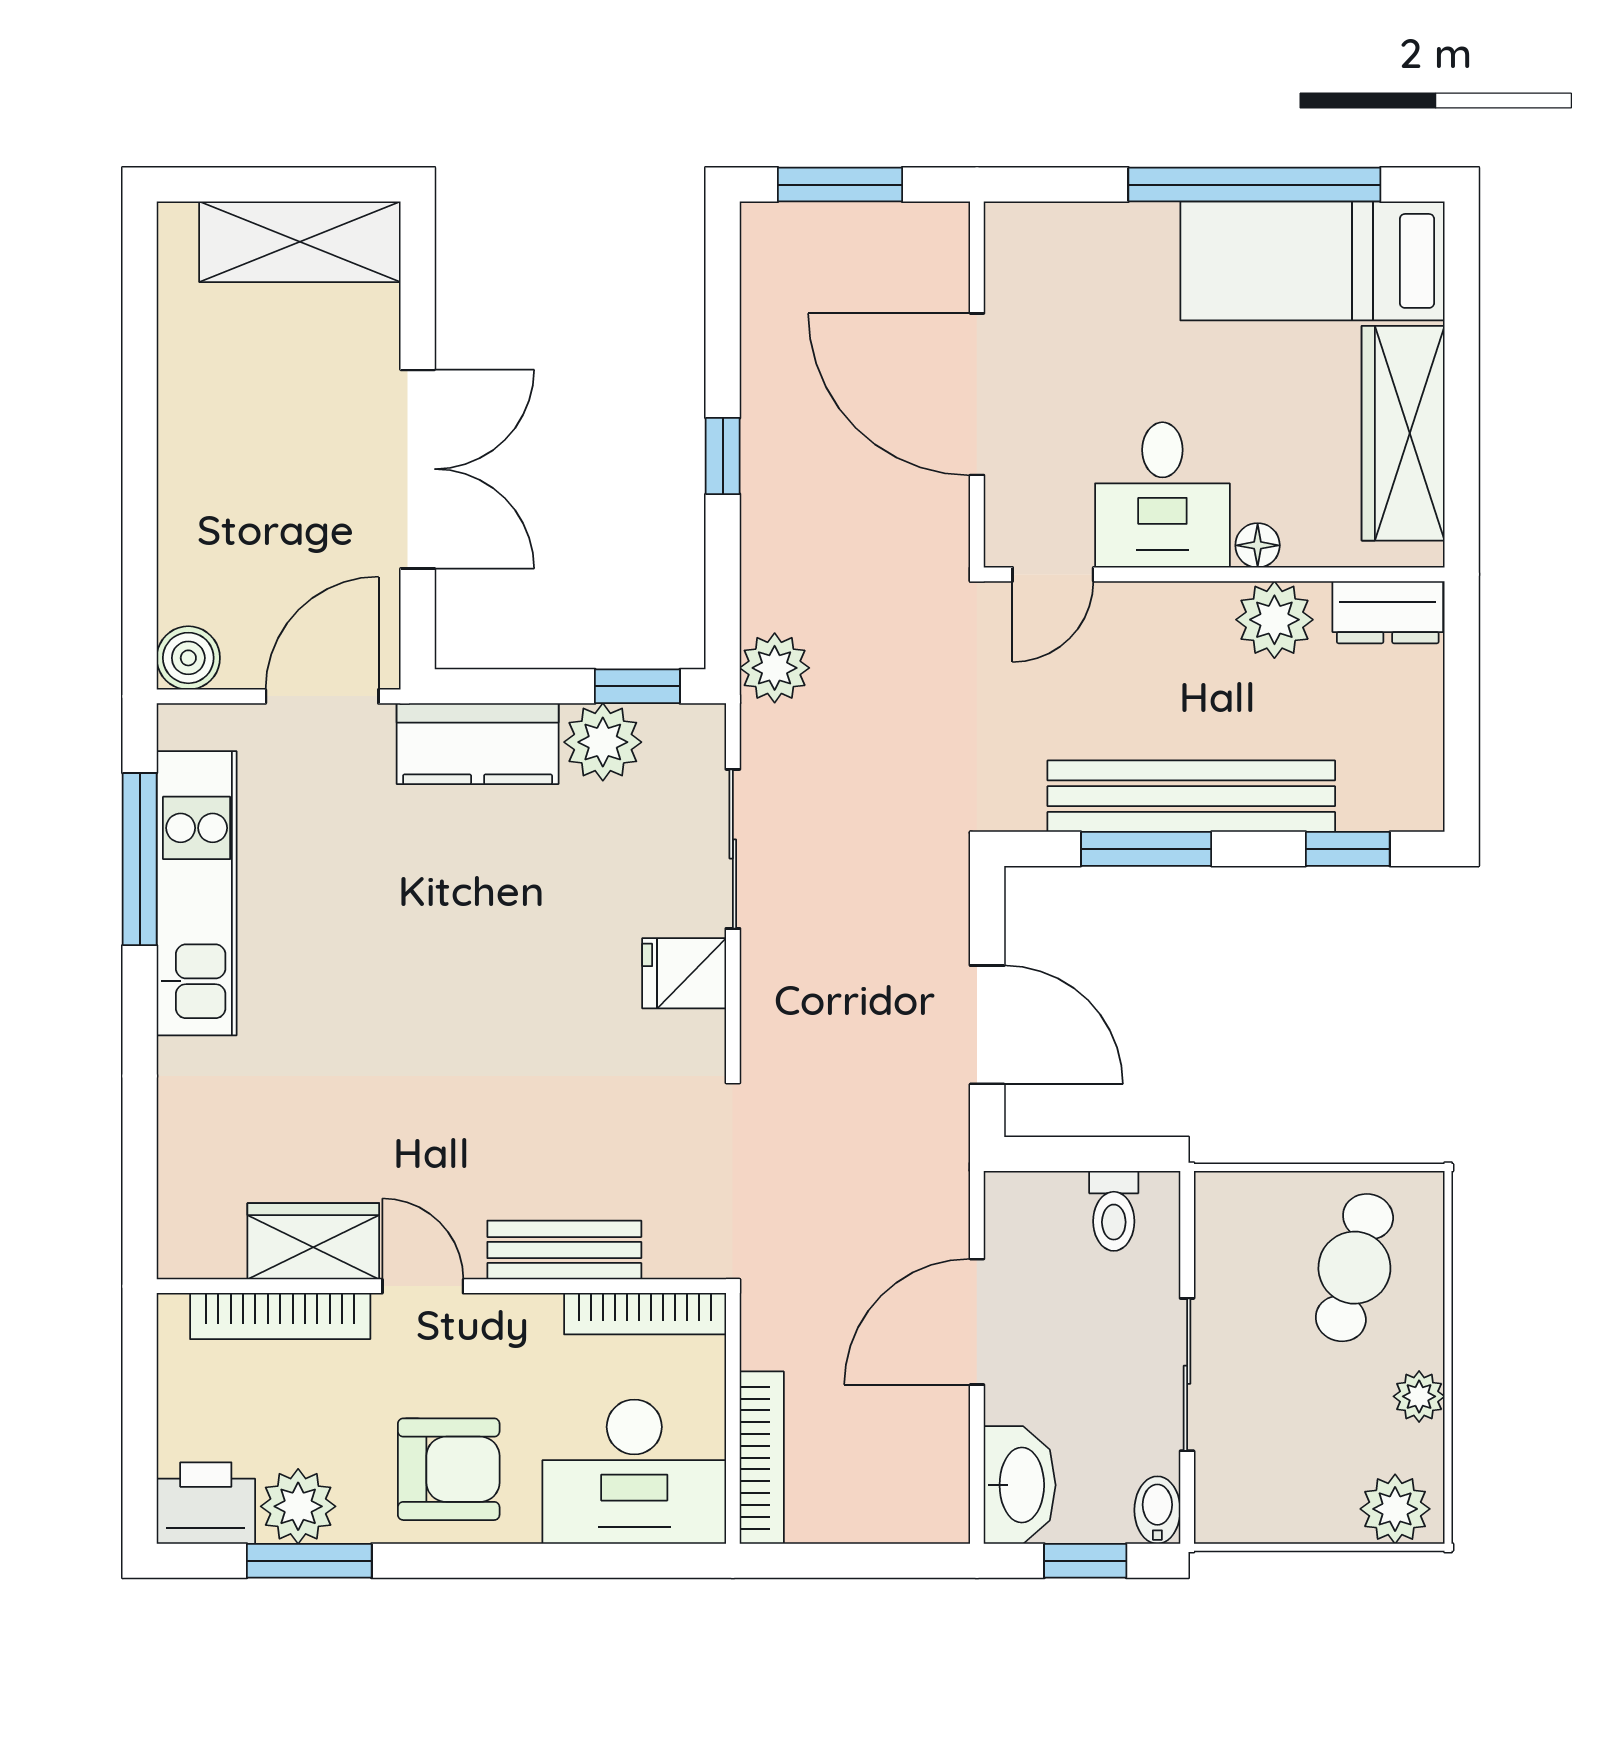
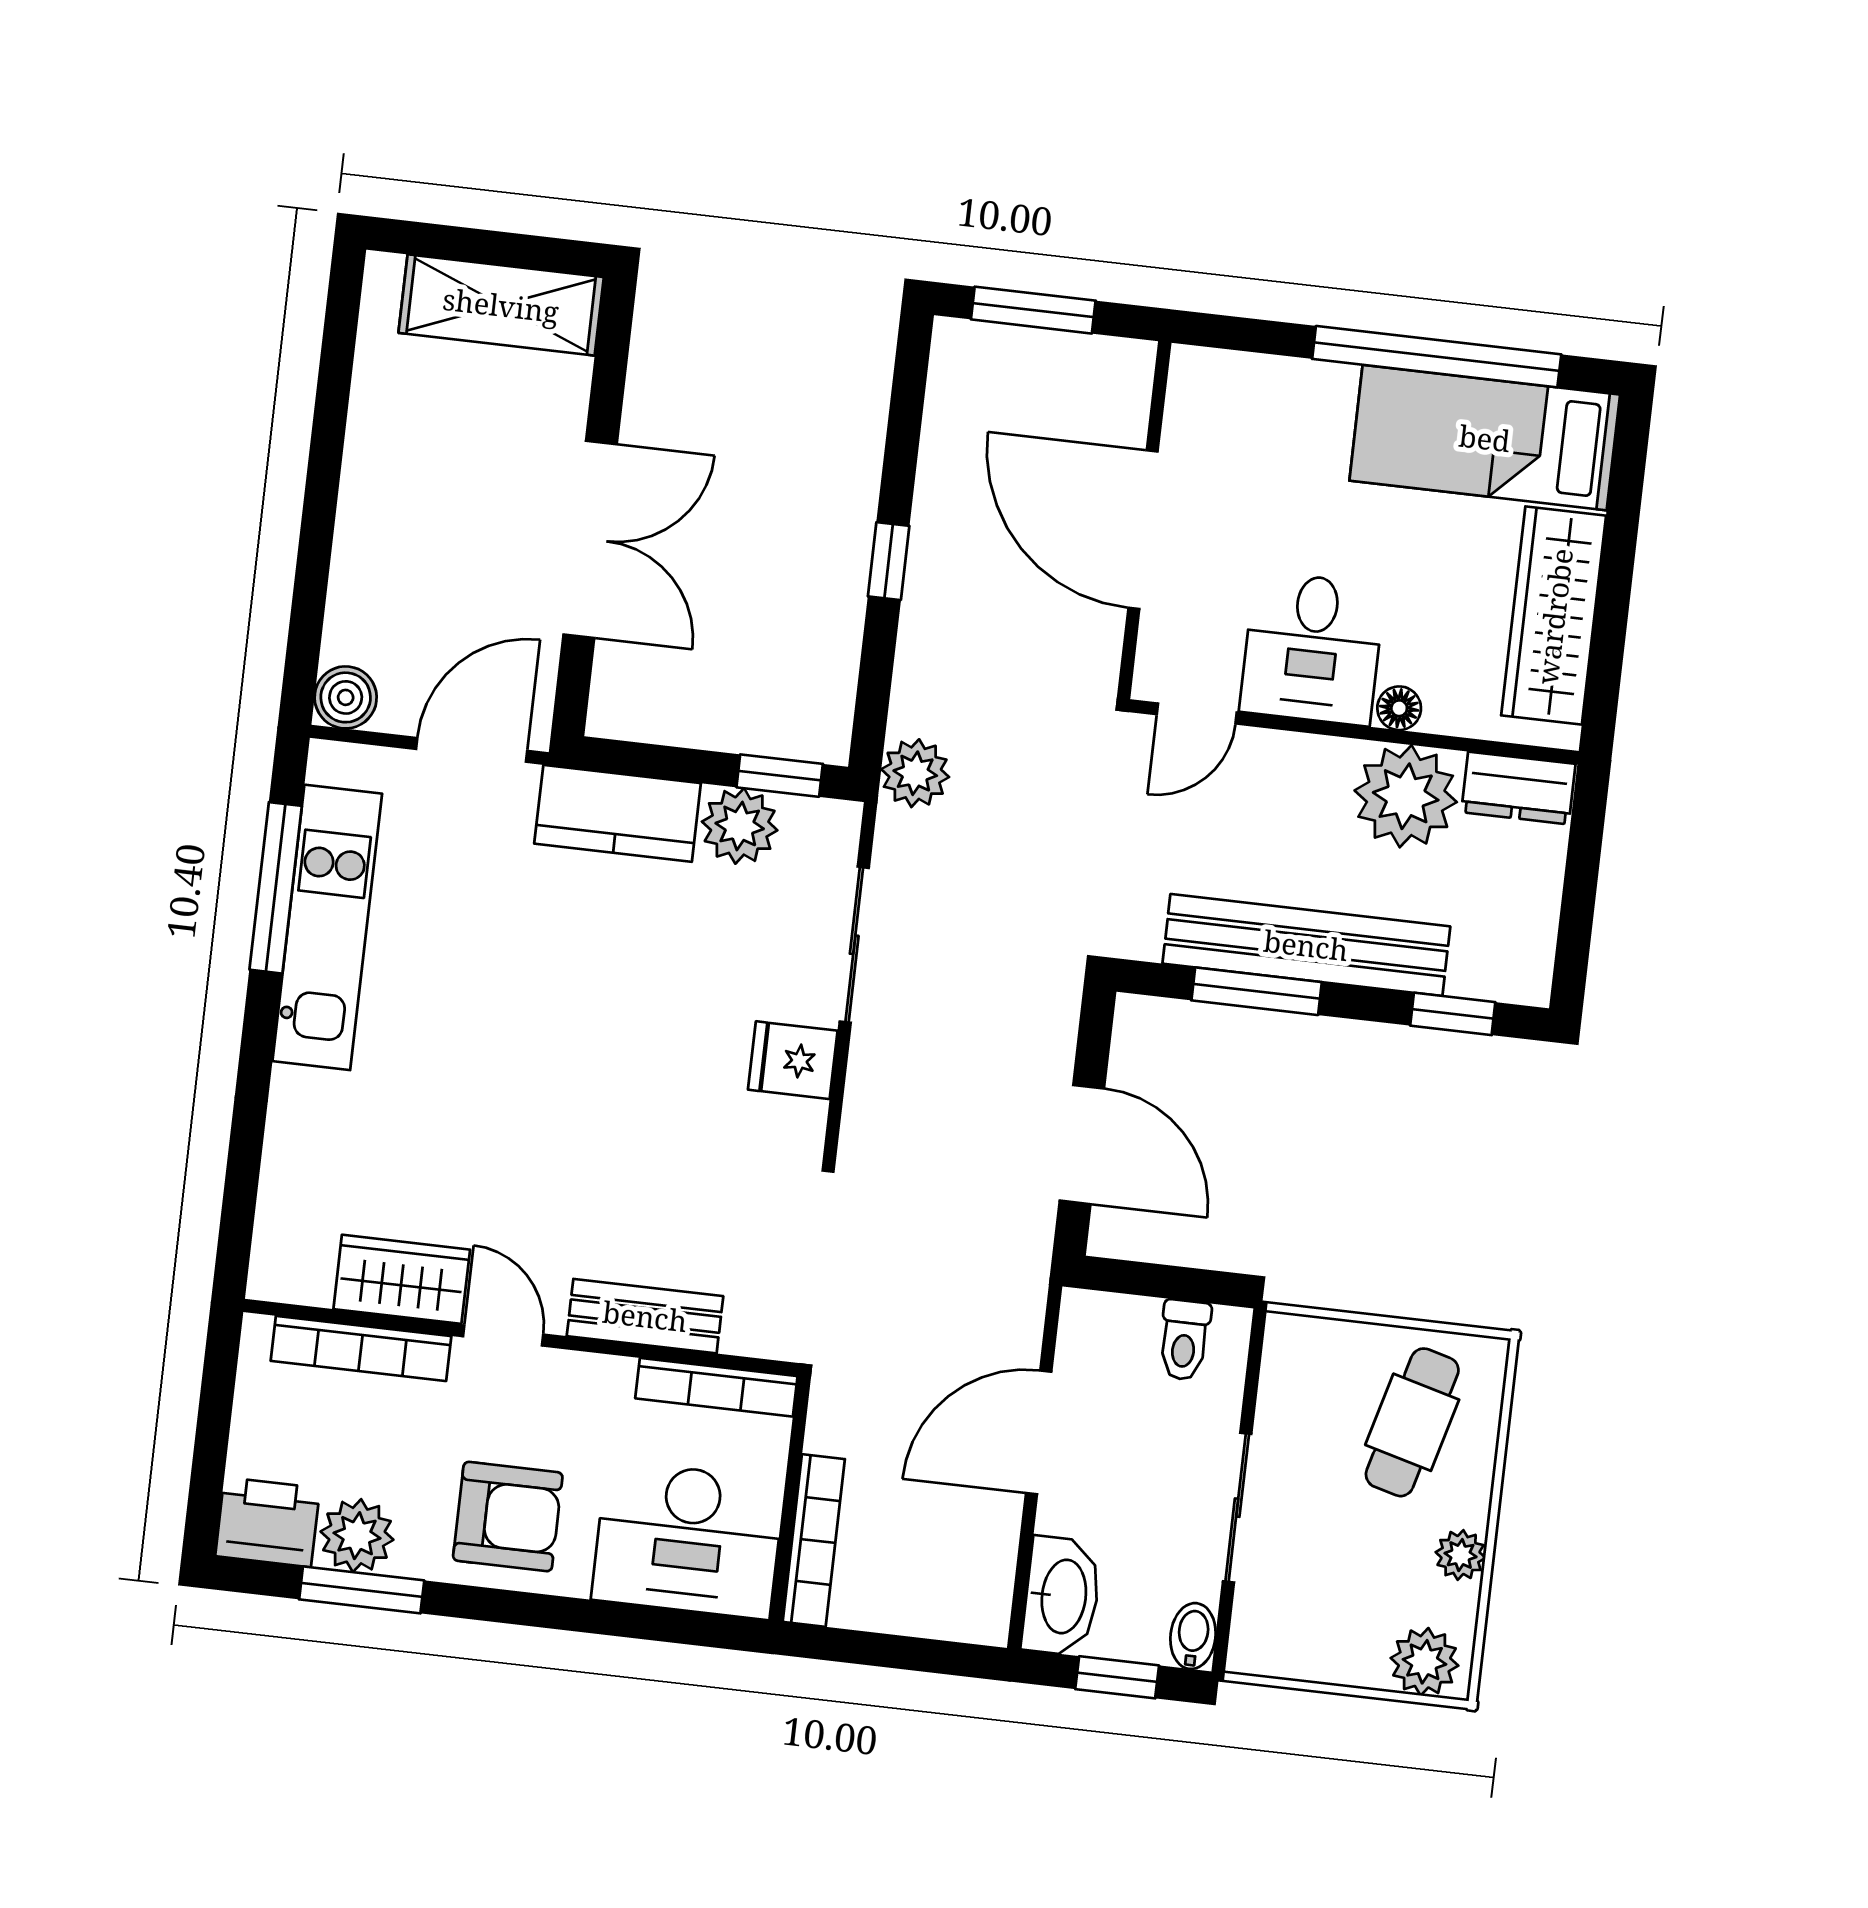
plant: (1274, 620) -> (1406, 796), width x1.36, depth x1.36

